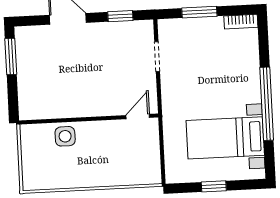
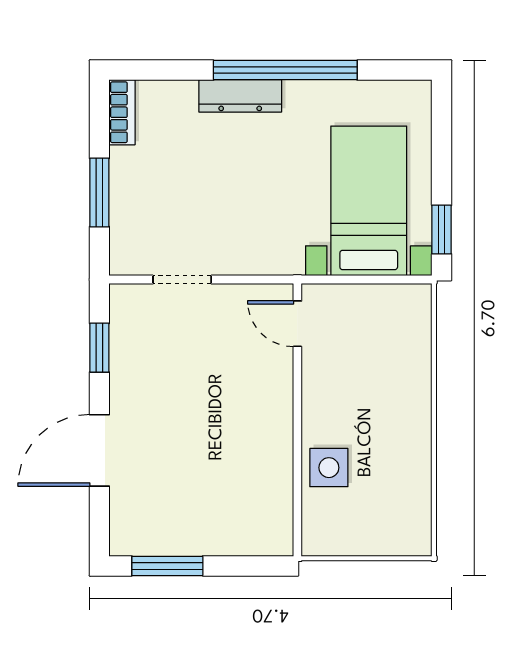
dresser: (252, 81) -> (240, 96), added
bed with nightstands: (225, 138) -> (369, 201), moved, turned 180
window: (214, 186) -> (442, 230), moved

